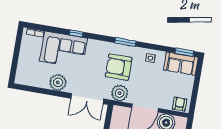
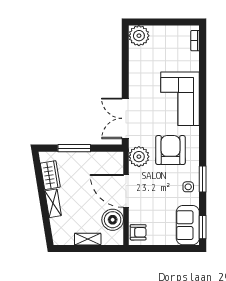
window: (76, 33) -> (203, 91), removed
window: (125, 42) -> (203, 179), moved
corner sofa: (63, 50) -> (180, 99), moved
plant: (58, 82) -> (139, 36), moved

